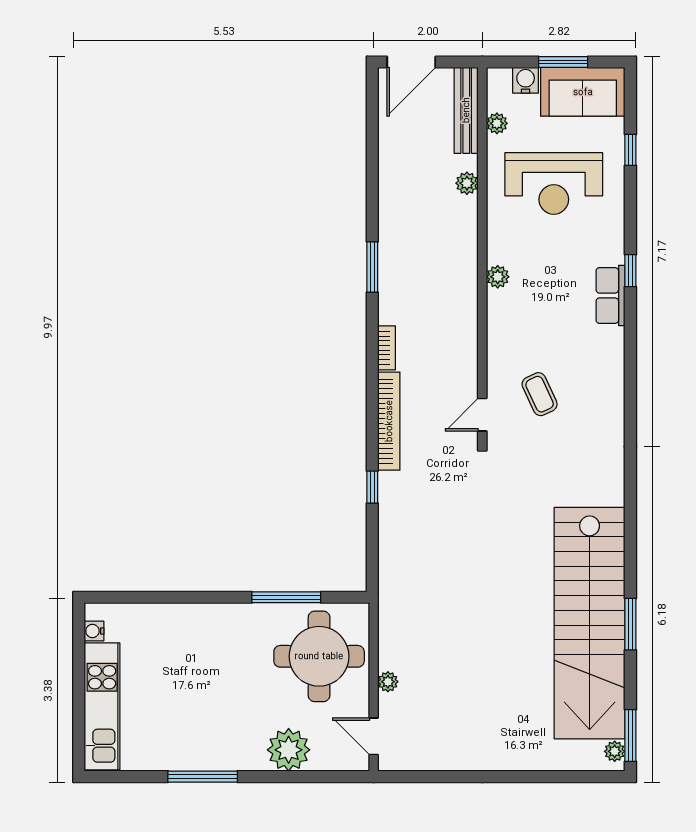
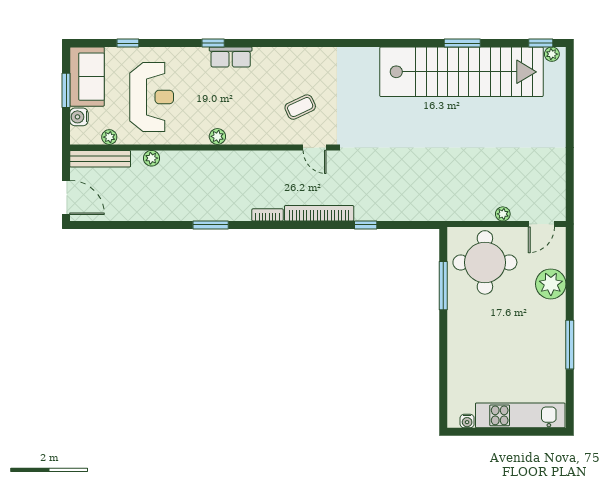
window: (630, 735) -> (541, 43), width x0.67

